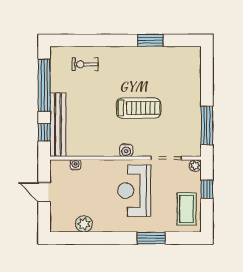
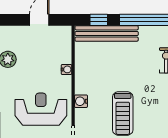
water cooler: (75, 165) -> (66, 69), moved

